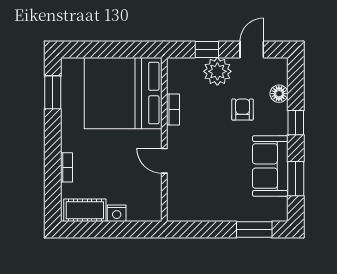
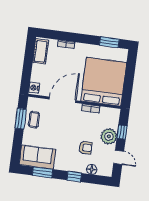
door: (164, 161) -> (63, 100), width x1.88
sofa: (270, 166) -> (37, 157), moved
coffee table: (206, 206) -> (34, 120), added
nightstand: (117, 213) -> (34, 88), moved
window: (254, 230) -> (21, 119), moved

